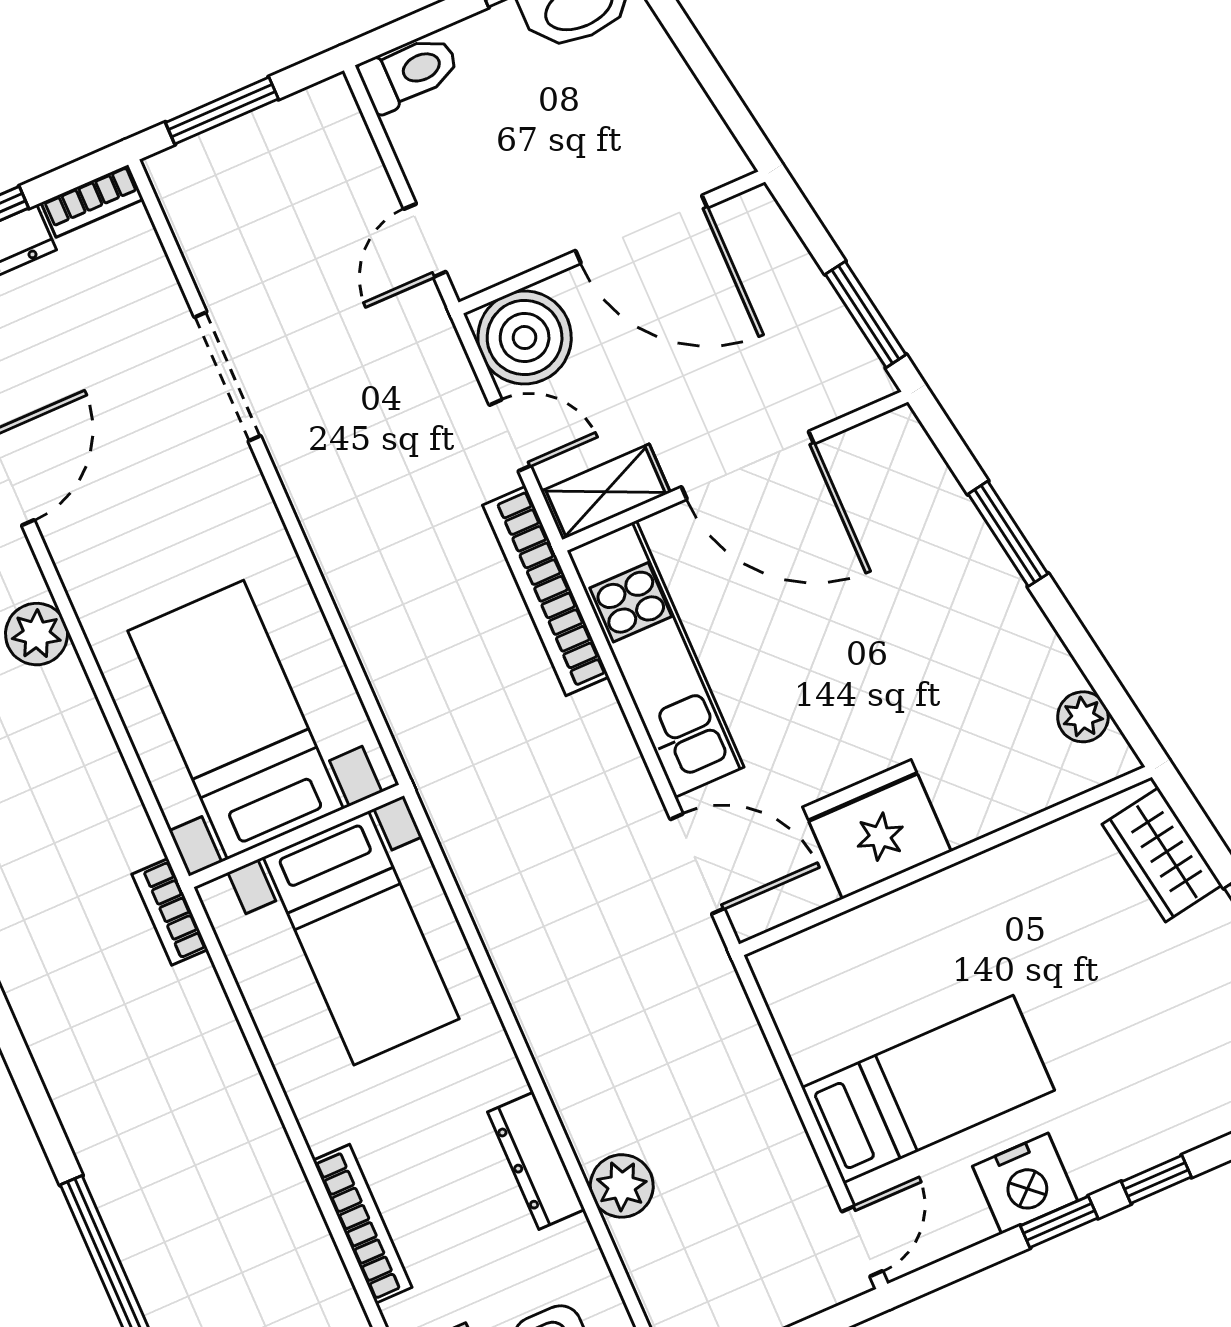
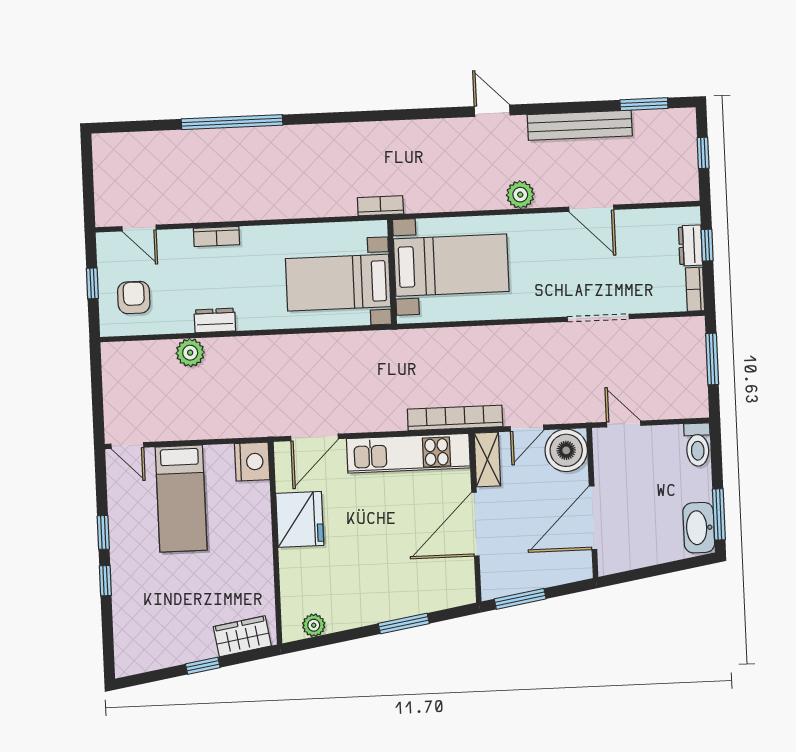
dresser: (536, 1161) -> (215, 320), width x0.70
nightstand: (1025, 1183) -> (252, 462), moved, turned 180
bookcase: (363, 1224) -> (217, 236), width x0.64

